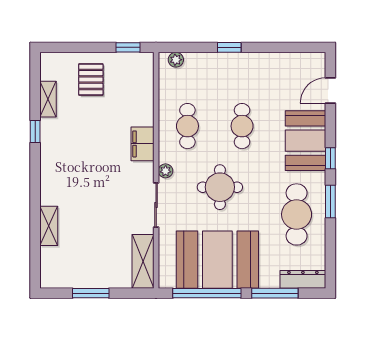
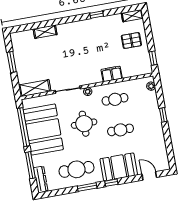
shelving: (48, 99) -> (132, 16), moved
filing cabinet: (142, 144) -> (112, 74), moved

